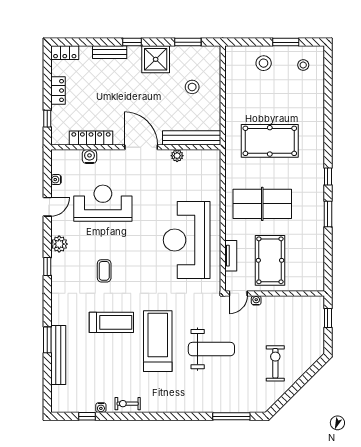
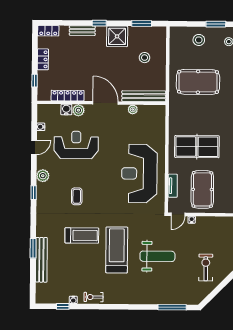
pool table: (270, 141) -> (198, 82), moved
plant: (105, 157) -> (78, 110), added

